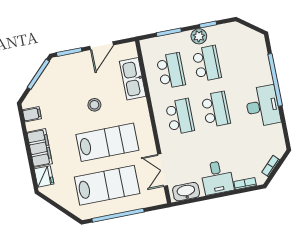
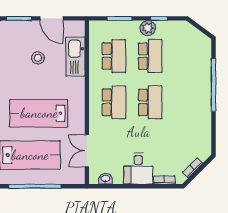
door: (102, 46) -> (52, 18), hinge flipped
stool: (94, 105) -> (38, 58), moved
desk: (263, 106) -> (196, 108), removed
lab bench: (107, 142) -> (39, 113), turned 180
washbasin: (186, 192) -> (105, 179), width x0.52, depth x0.69

